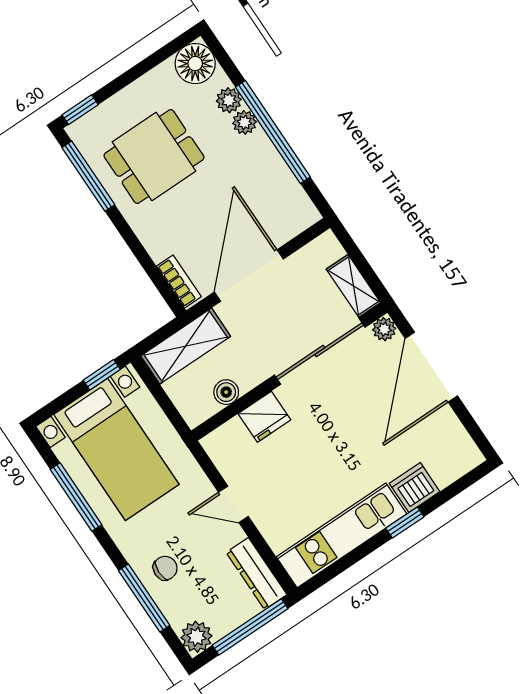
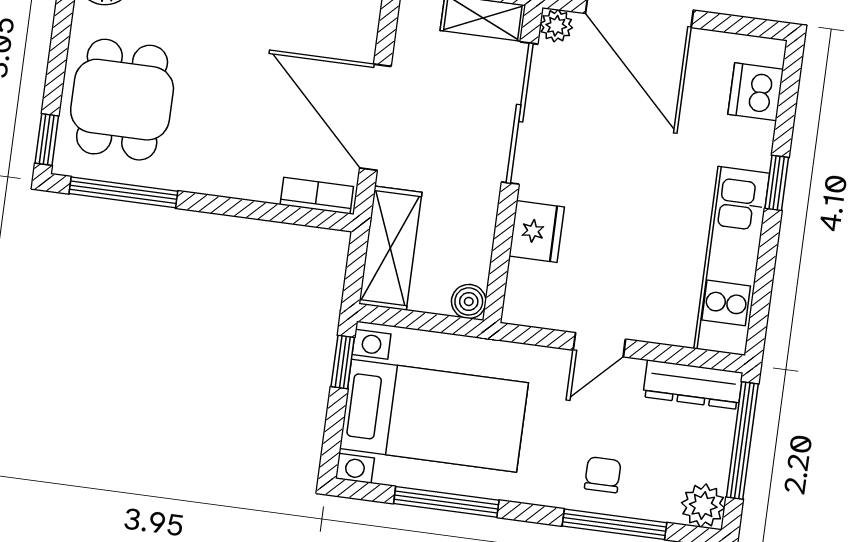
dining table: (154, 156) -> (122, 100), moved
boiler: (226, 392) -> (469, 301), moved
dishwasher: (415, 487) -> (756, 92), moved

